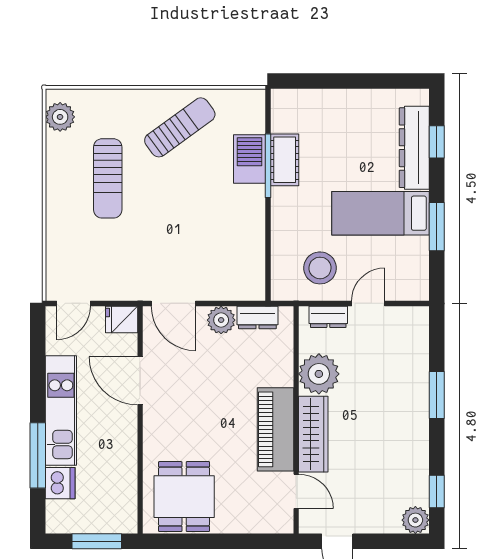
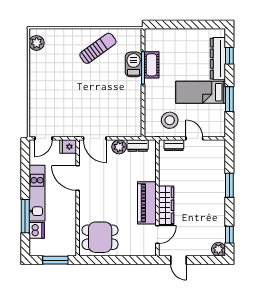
sun lounger: (108, 178) -> (61, 74), removed
door: (368, 303) -> (194, 138), hinge flipped
plant: (319, 374) -> (169, 174), removed
door: (296, 491) -> (157, 235), hinge flipped
dining table: (184, 497) -> (100, 237), turned 90

